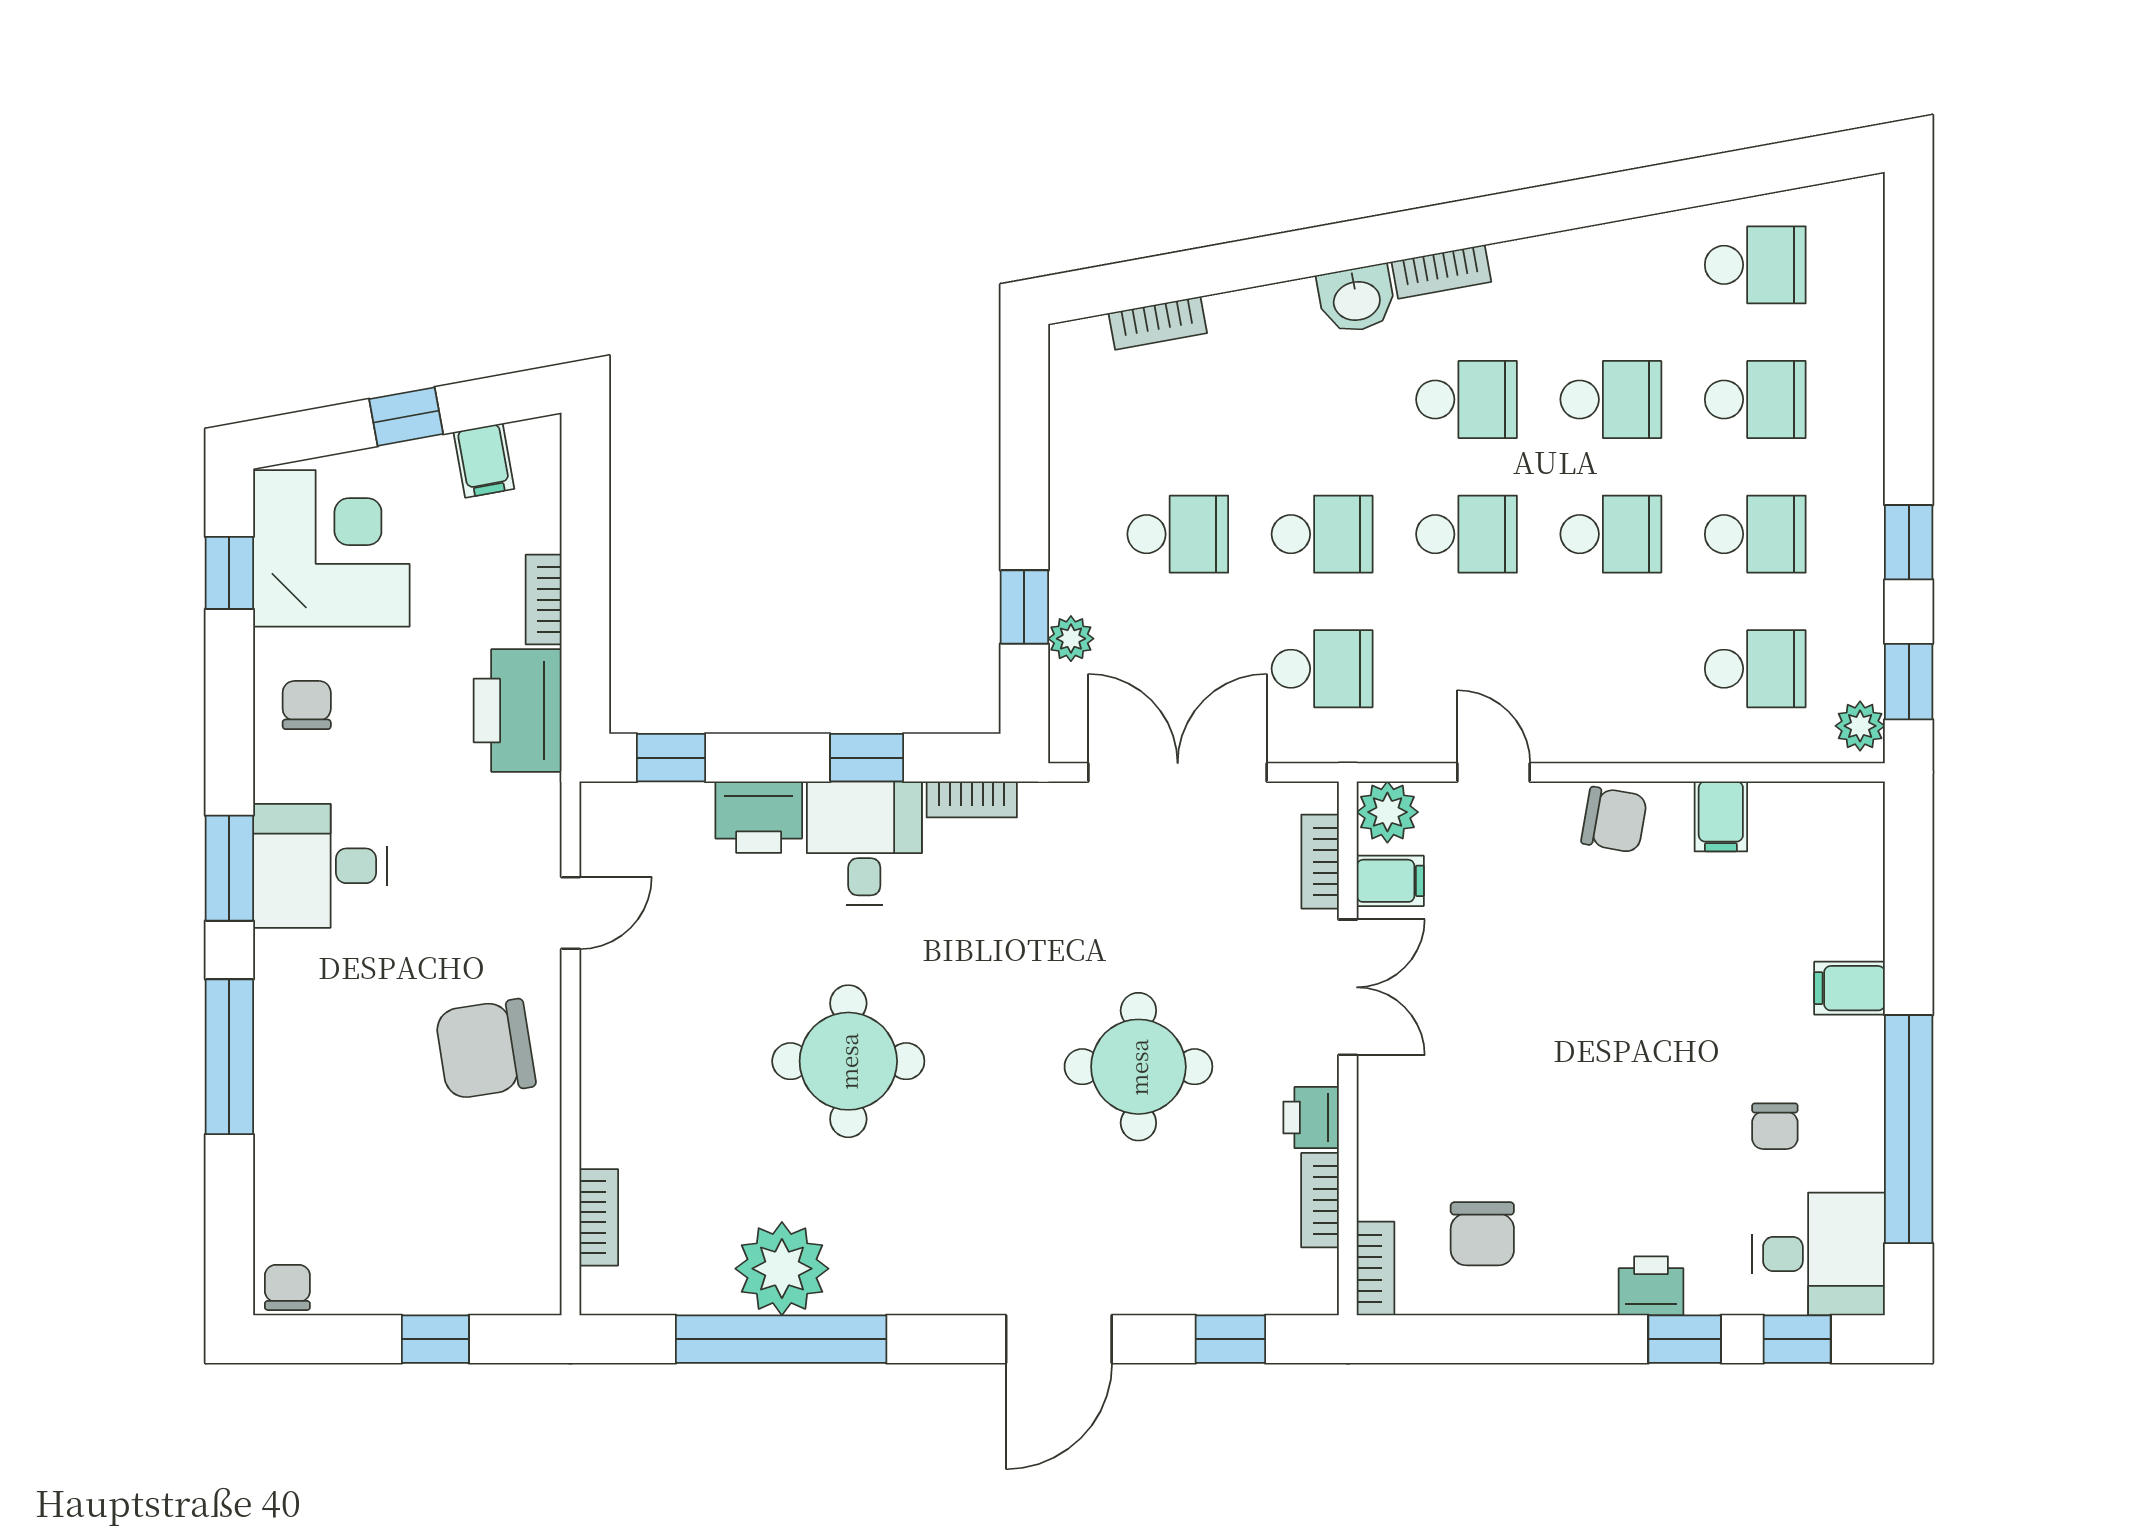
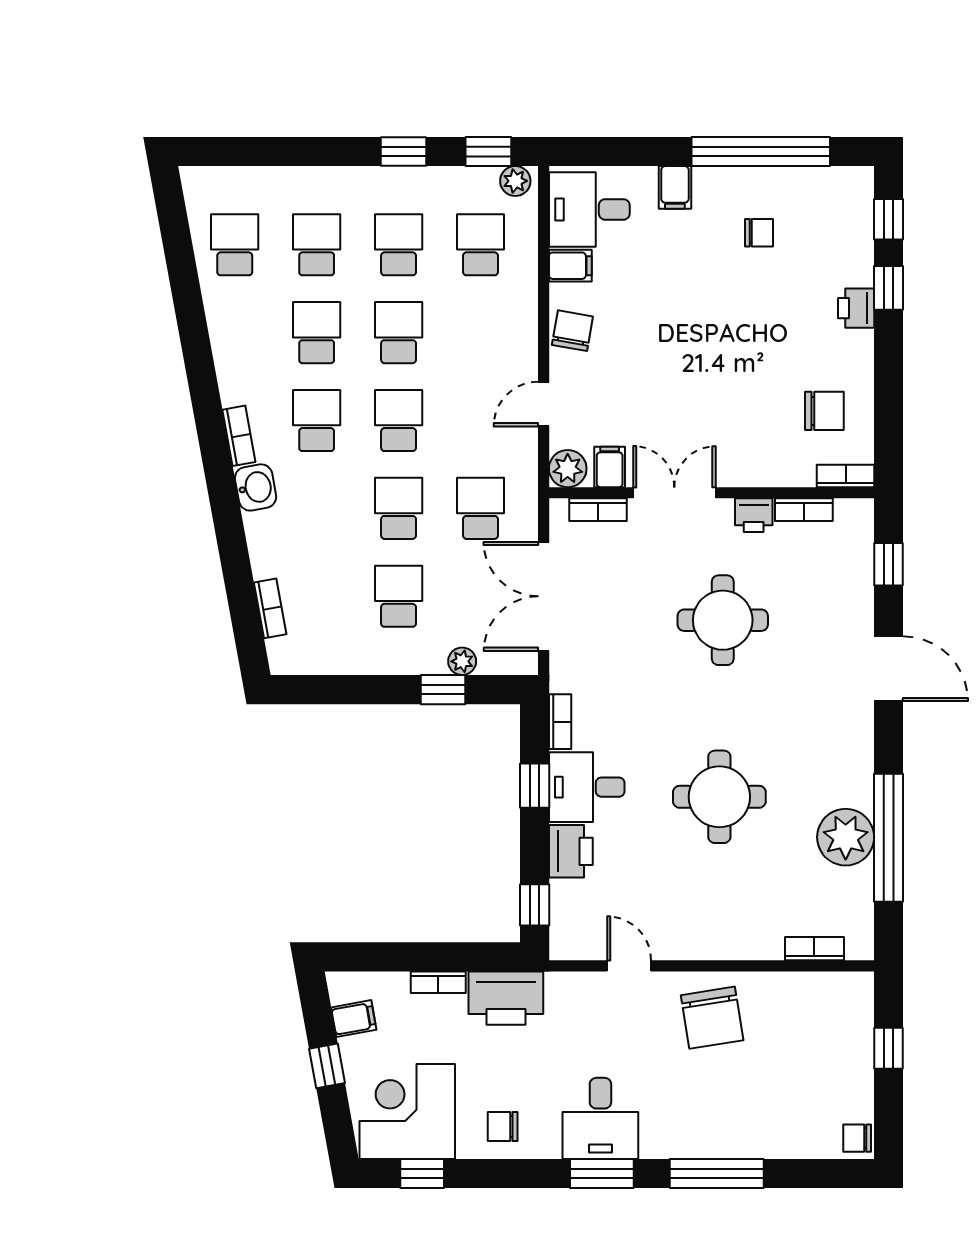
desk: (1819, 1254) -> (589, 209), moved, turned -90

